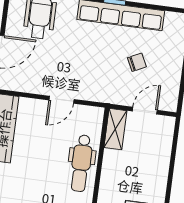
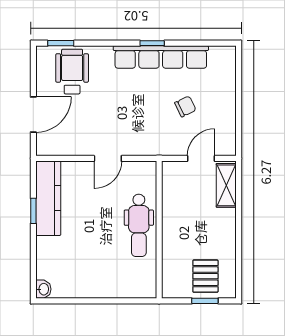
shelving: (115, 129) -> (226, 185), moved

